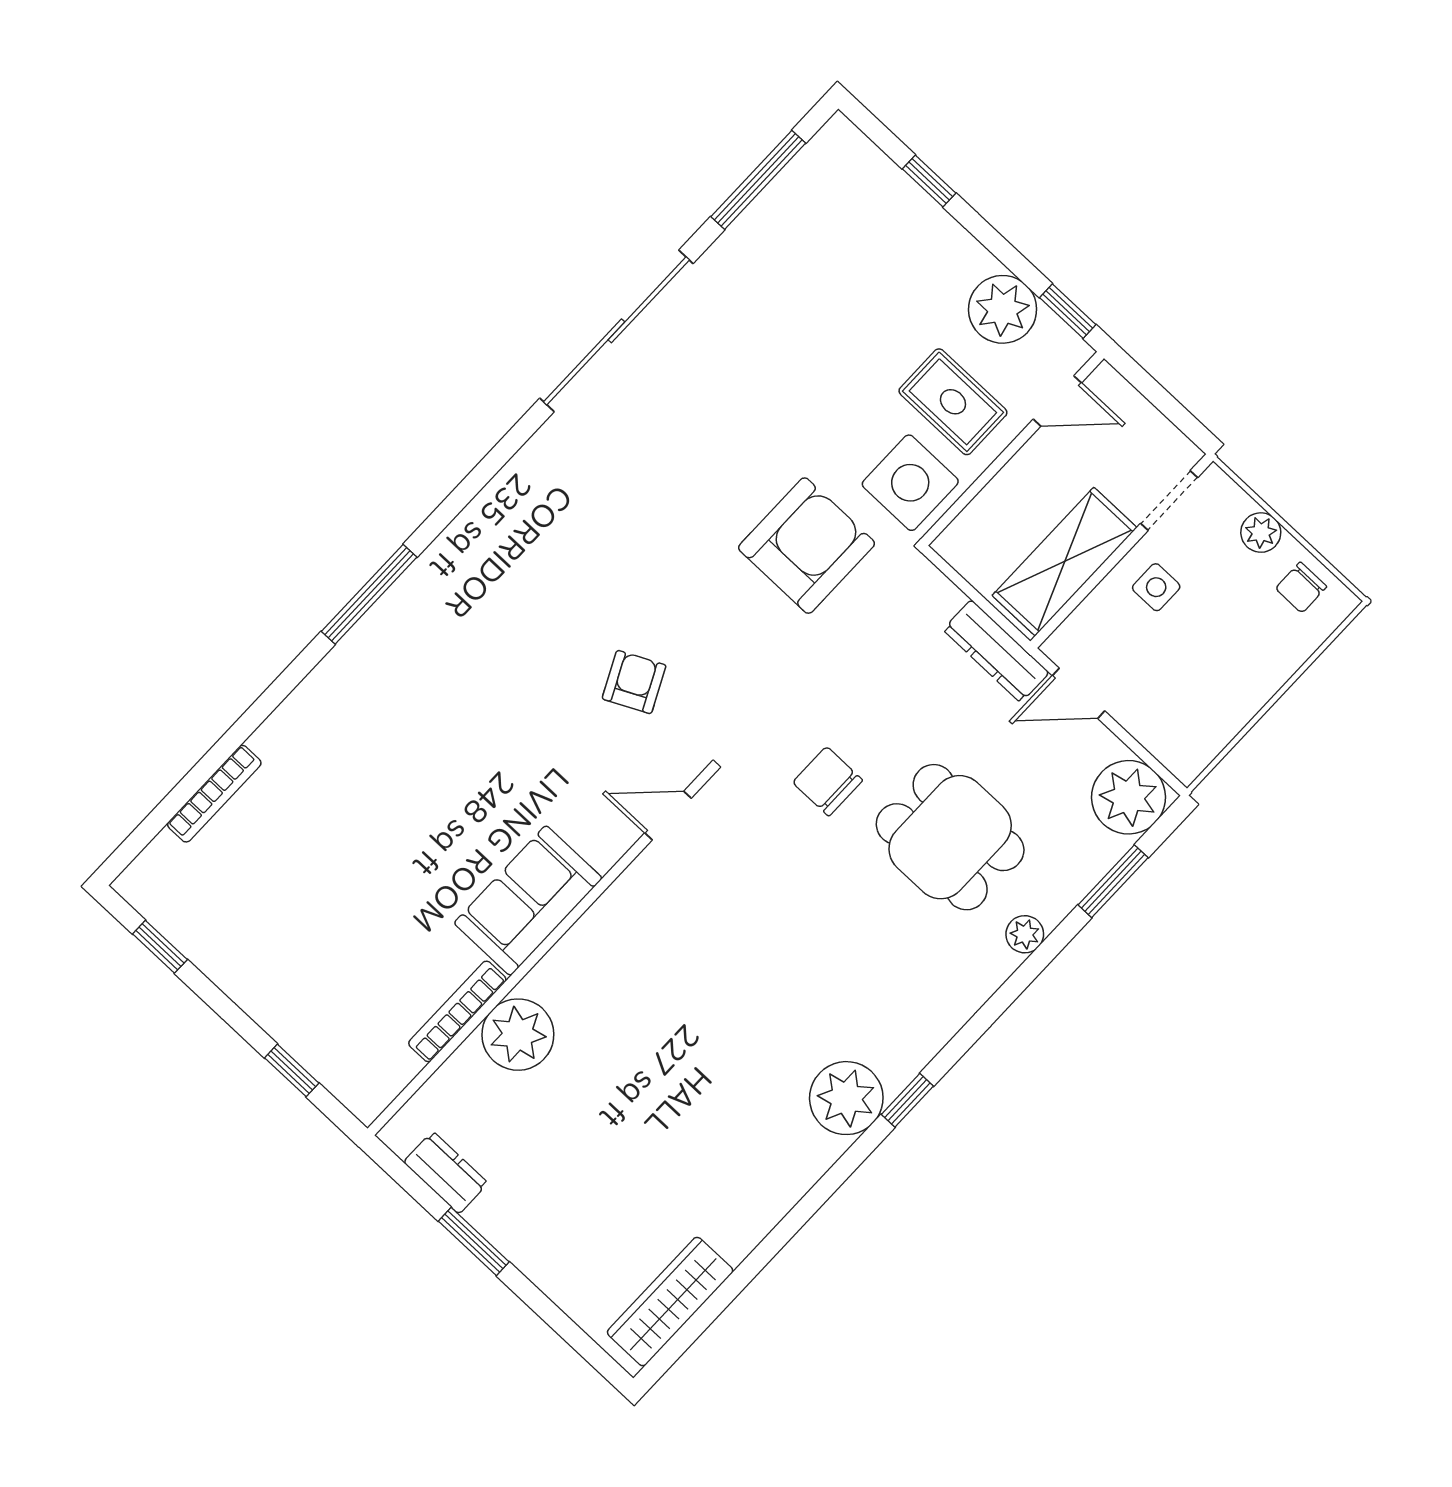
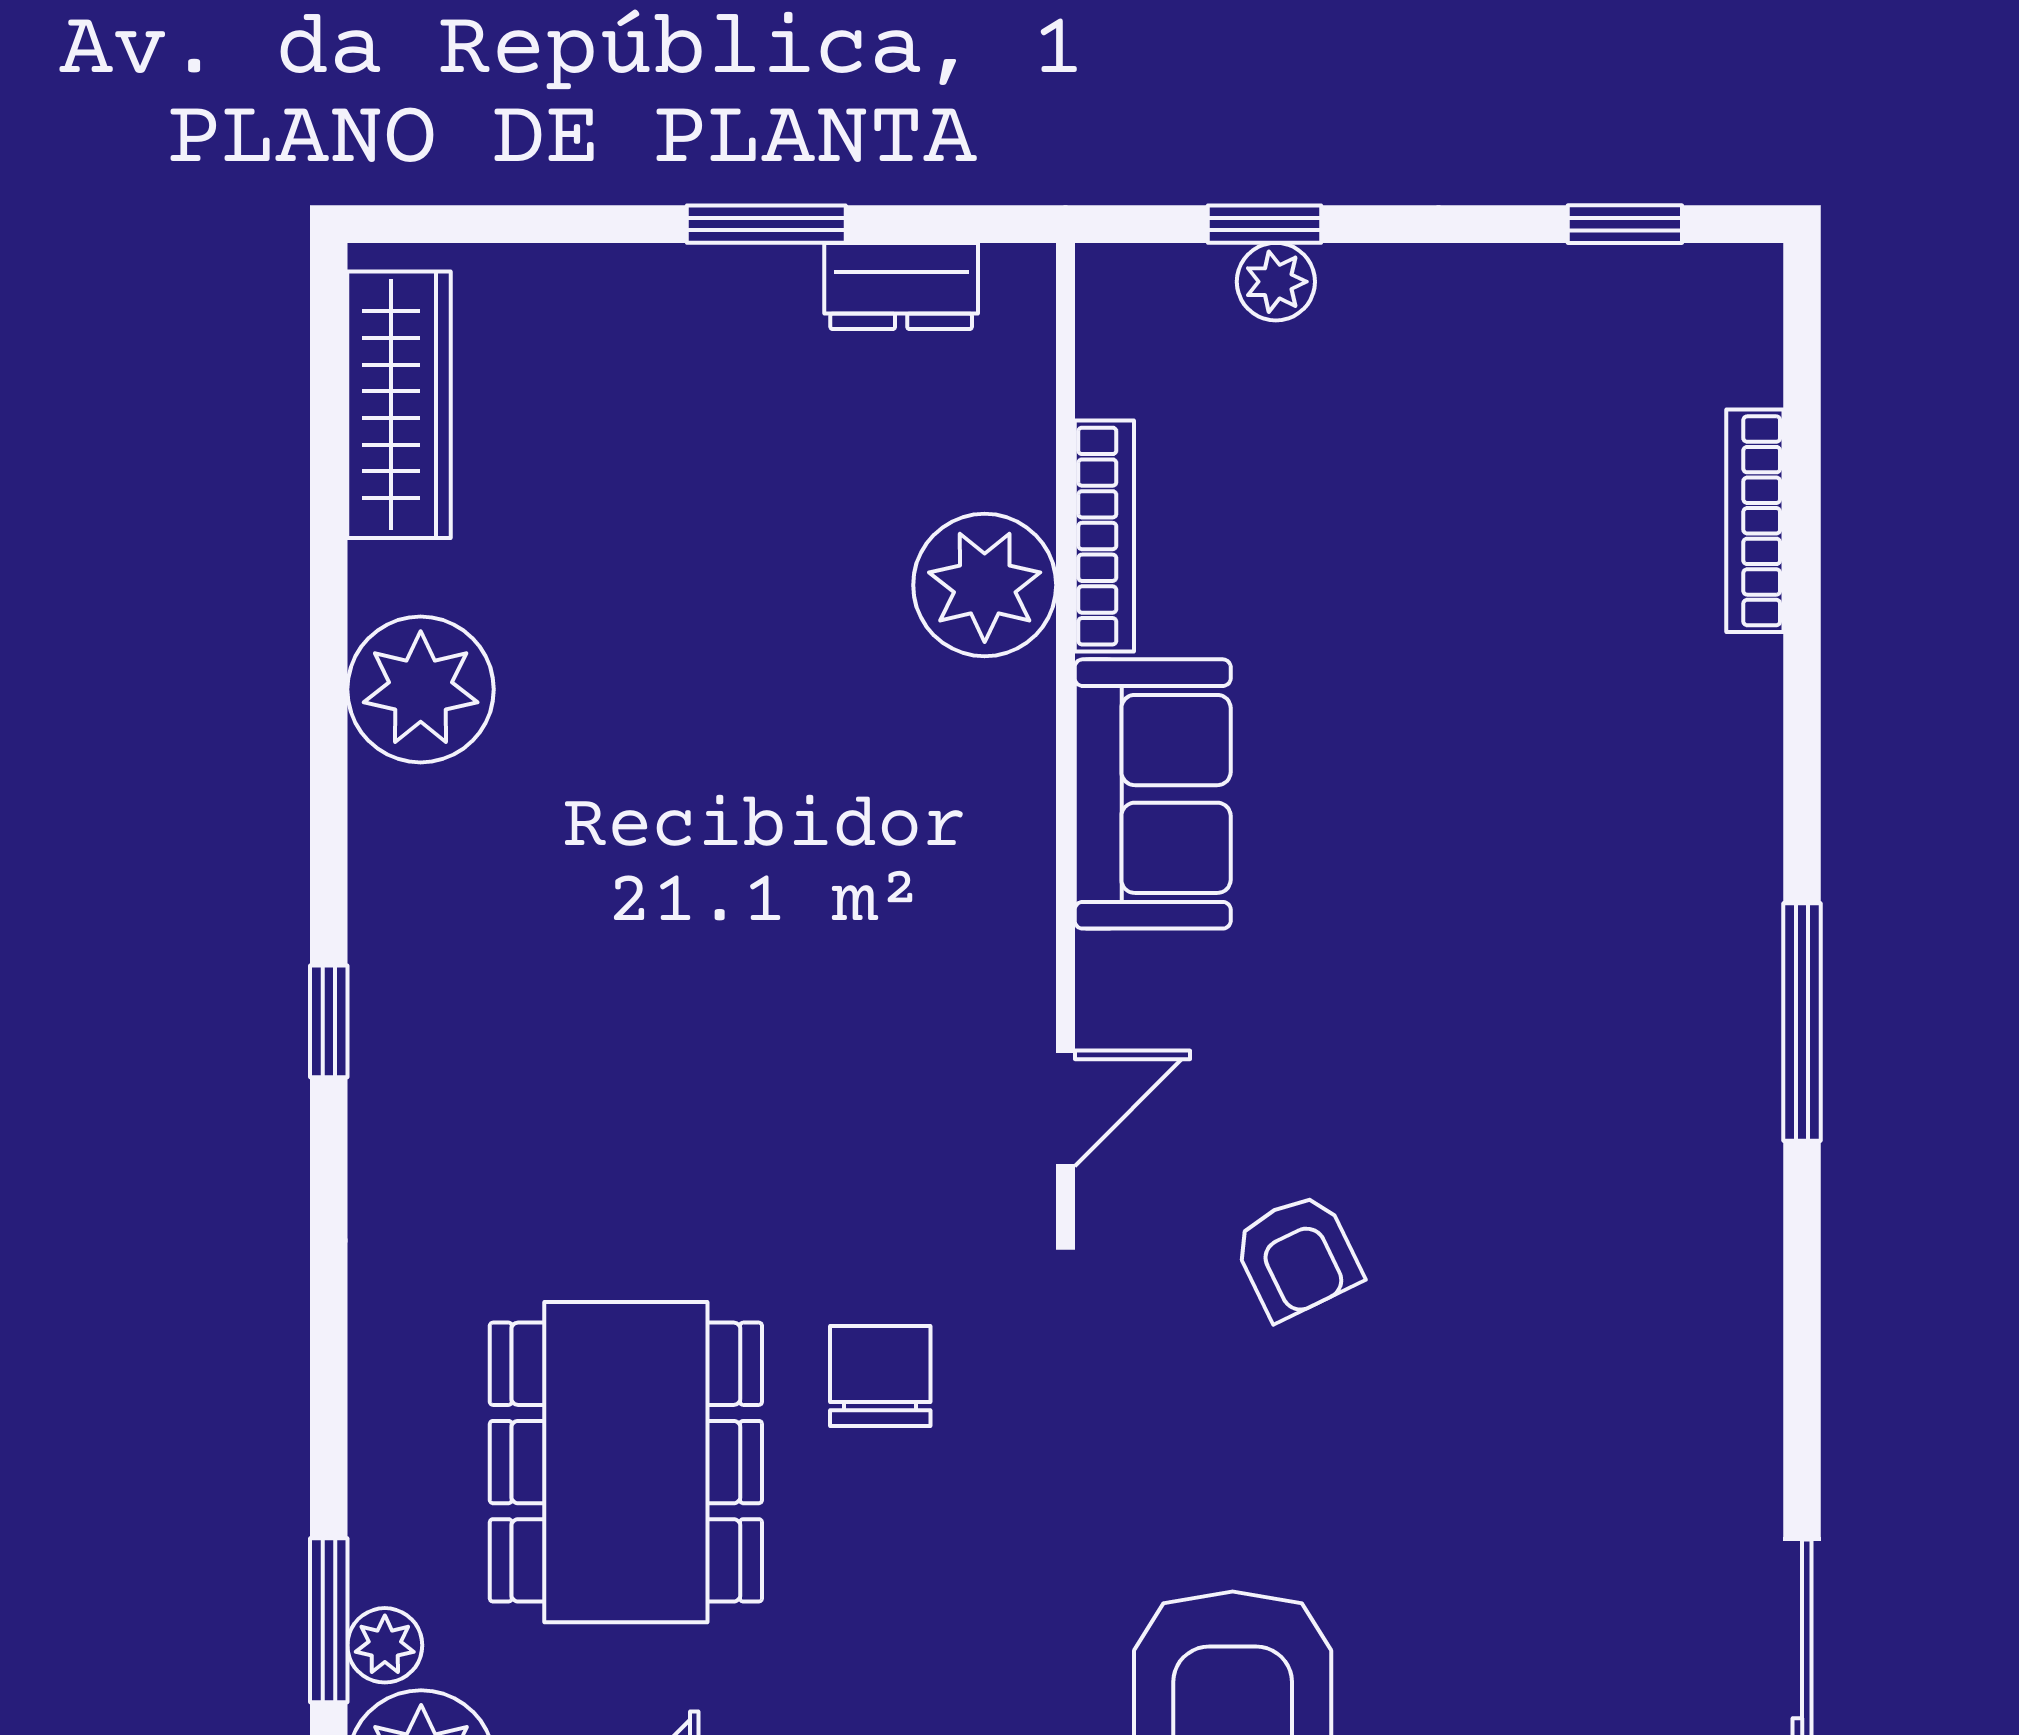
chair: (828, 781) -> (880, 1376), turned -90
dining table: (950, 837) -> (626, 1462), width x1.38
plant: (1025, 934) -> (385, 1645), moved
plant: (307, 1046) -> (1276, 282), added
plant: (846, 1098) -> (421, 689), moved

